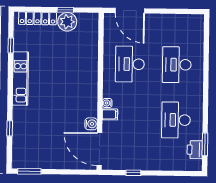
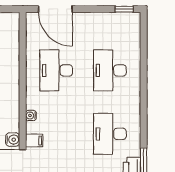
window: (190, 11) -> (124, 9), added
filing cabinet: (110, 114) -> (34, 140), moved

